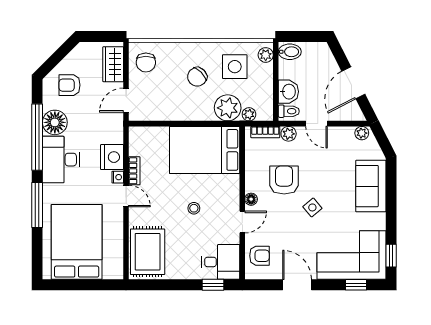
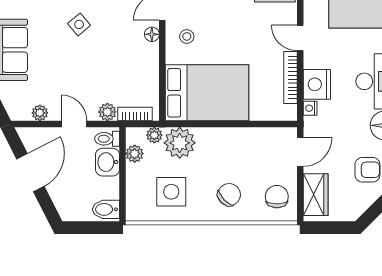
plant: (266, 55) -> (135, 154), moved
chair: (197, 77) -> (229, 195), moved
plant: (362, 133) -> (40, 113), moved
bookcase: (134, 171) -> (291, 77), width x1.56
nightstand: (118, 177) -> (310, 108), moved
armchair: (284, 180) -> (113, 57), removed
stool: (194, 208) -> (187, 36), moved

